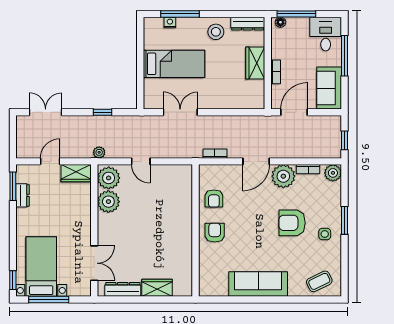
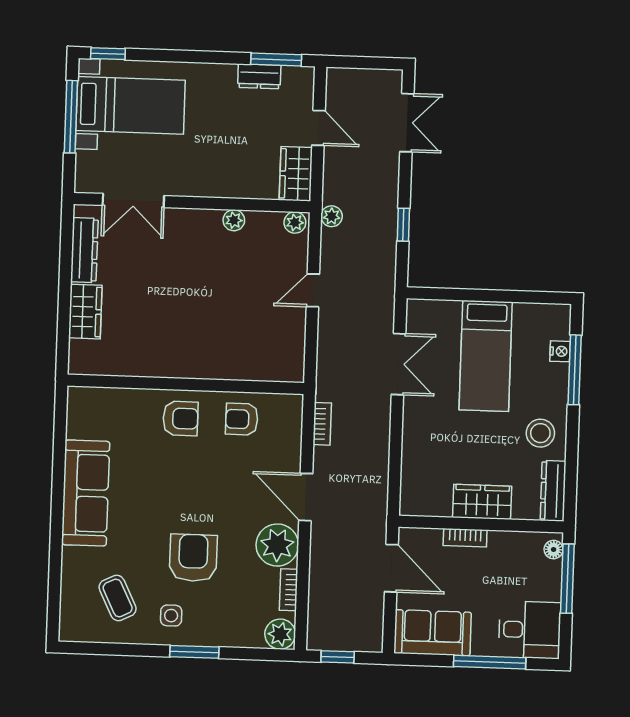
plant: (109, 178) -> (295, 223), width x0.53, depth x0.53
plant: (108, 202) -> (234, 220), width x0.53, depth x0.53
coffee table: (319, 281) -> (118, 598), moved

